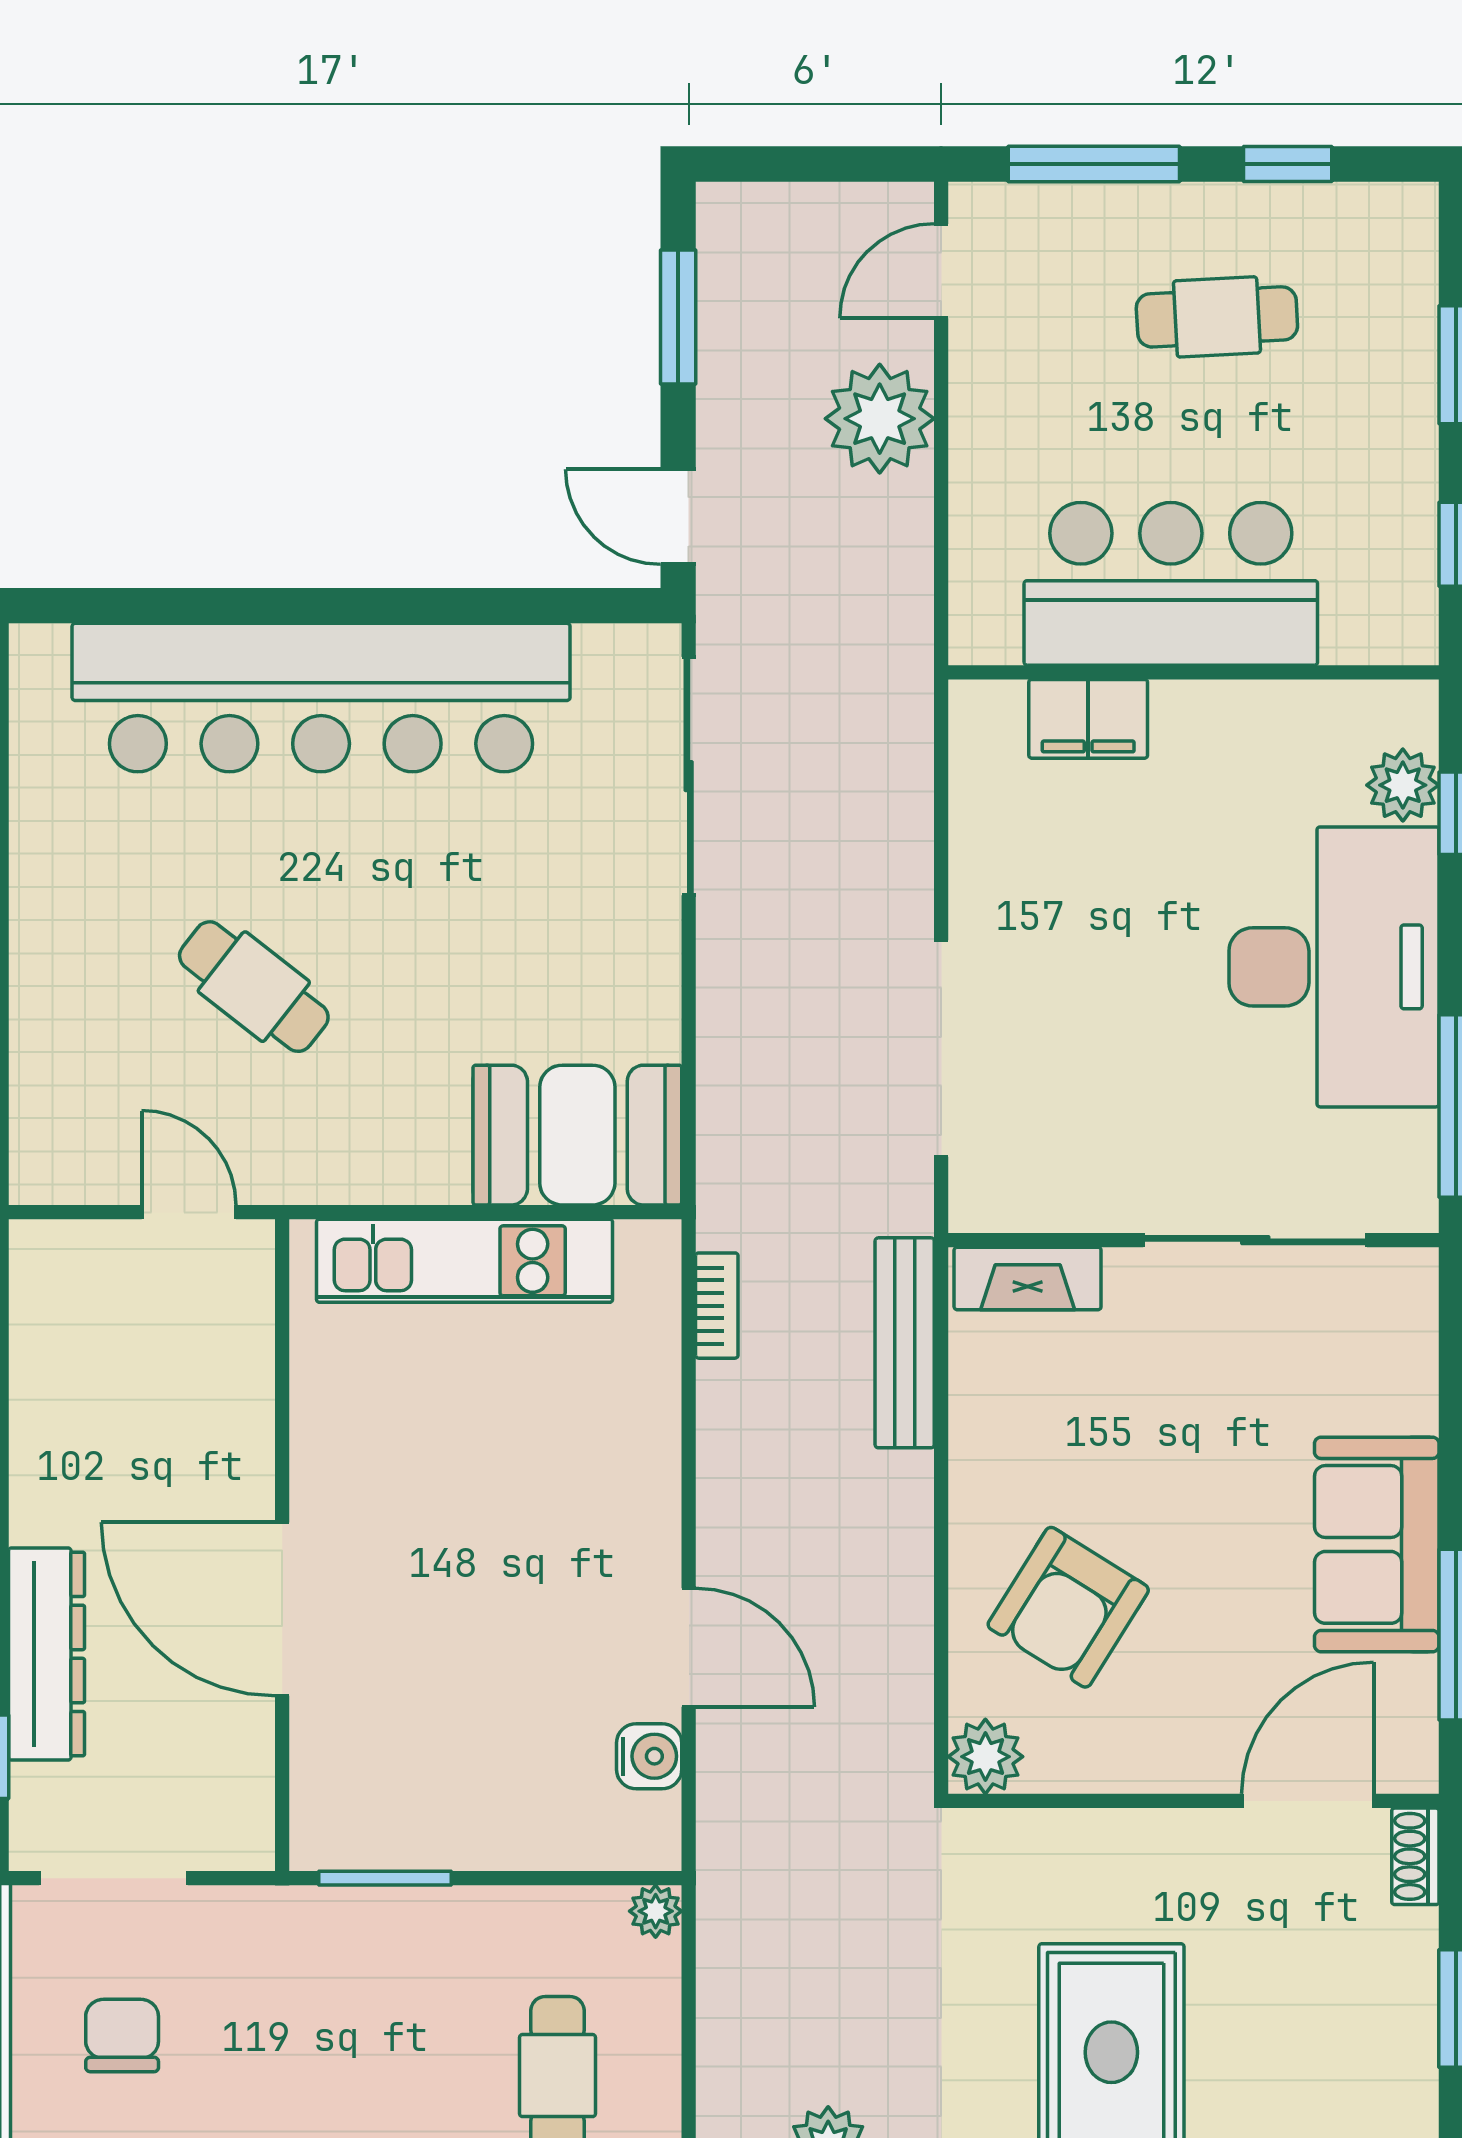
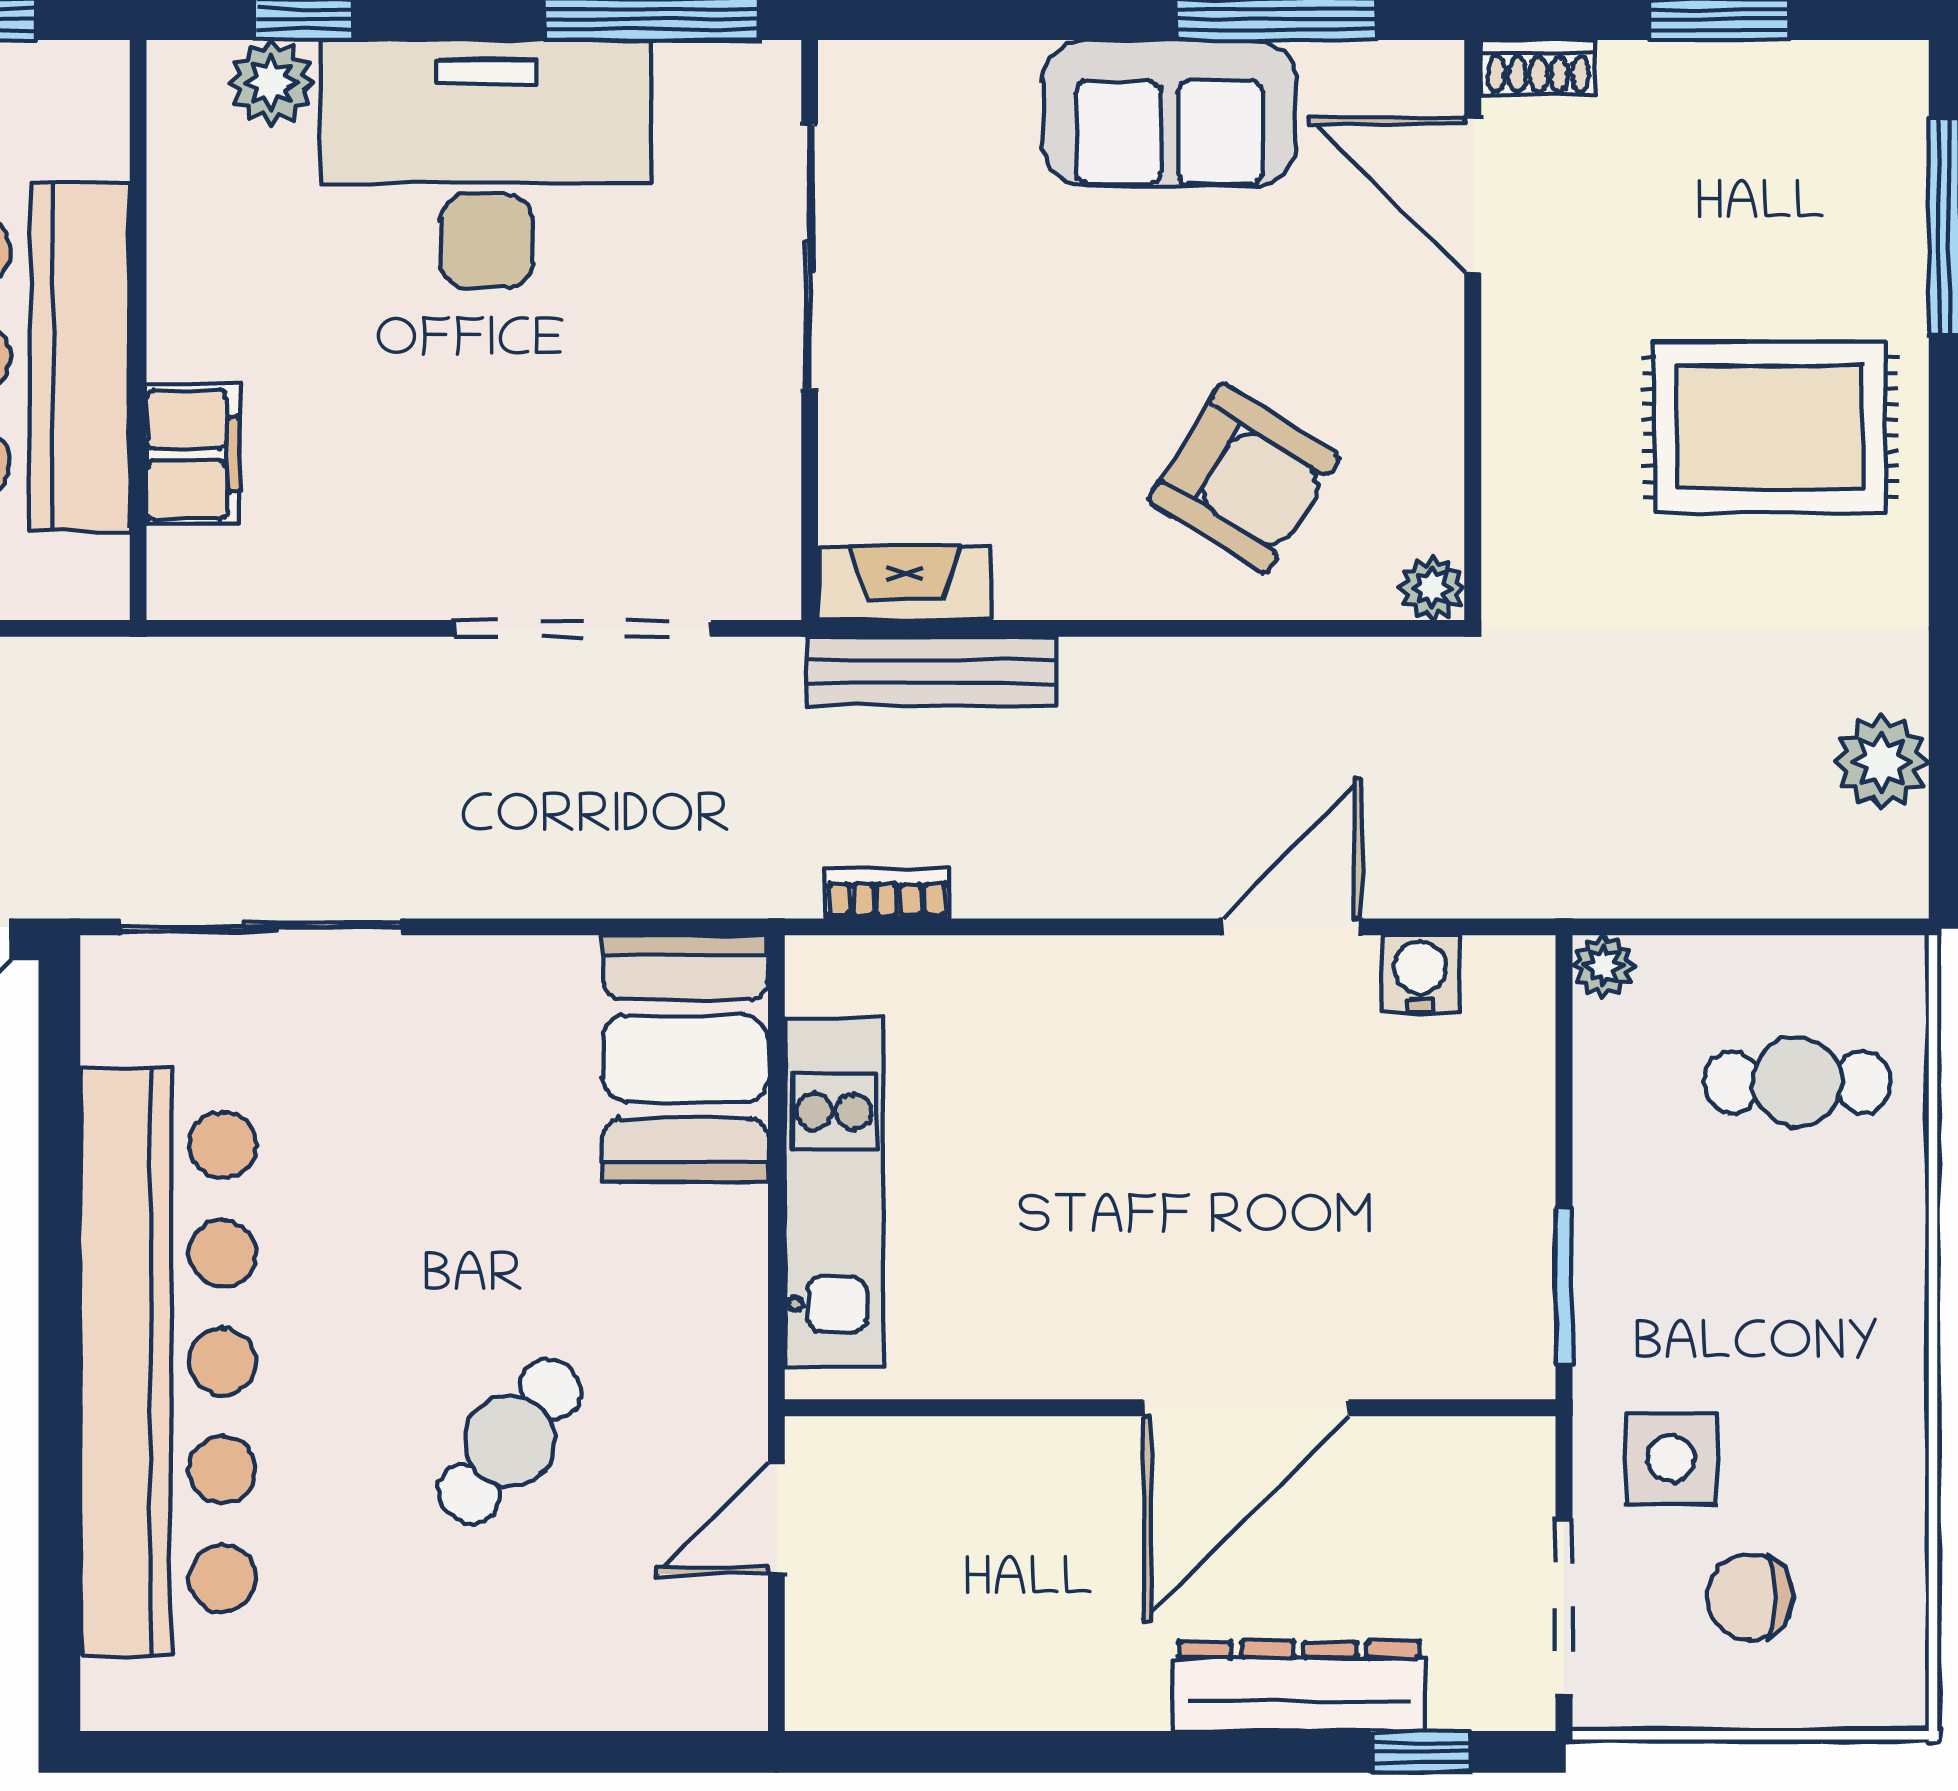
fireplace: (1028, 1278) -> (905, 583), moved, turned -90
plant: (985, 1757) -> (1432, 588), width x0.73, depth x0.73
side table: (239, 1968) -> (1671, 1459), added

